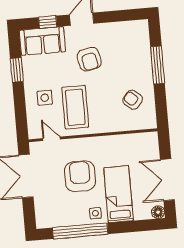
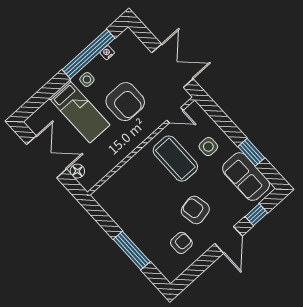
sofa: (42, 41) -> (246, 177), moved, turned -90
armchair: (133, 100) -> (181, 243), moved, turned -40
floor lamp: (158, 212) -> (77, 171), moved
nightstand: (66, 222) -> (107, 53), added

